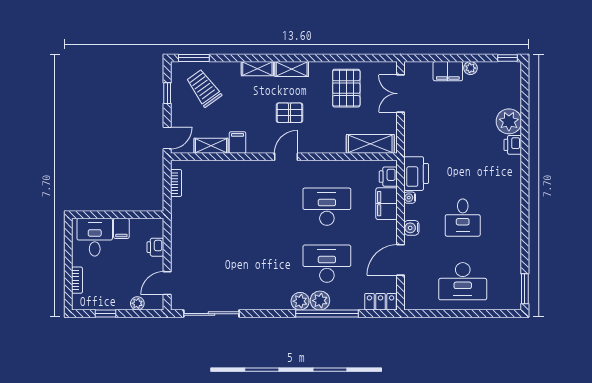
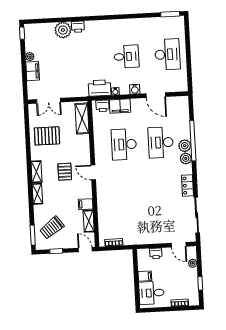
locker: (381, 302) -> (188, 186), moved

